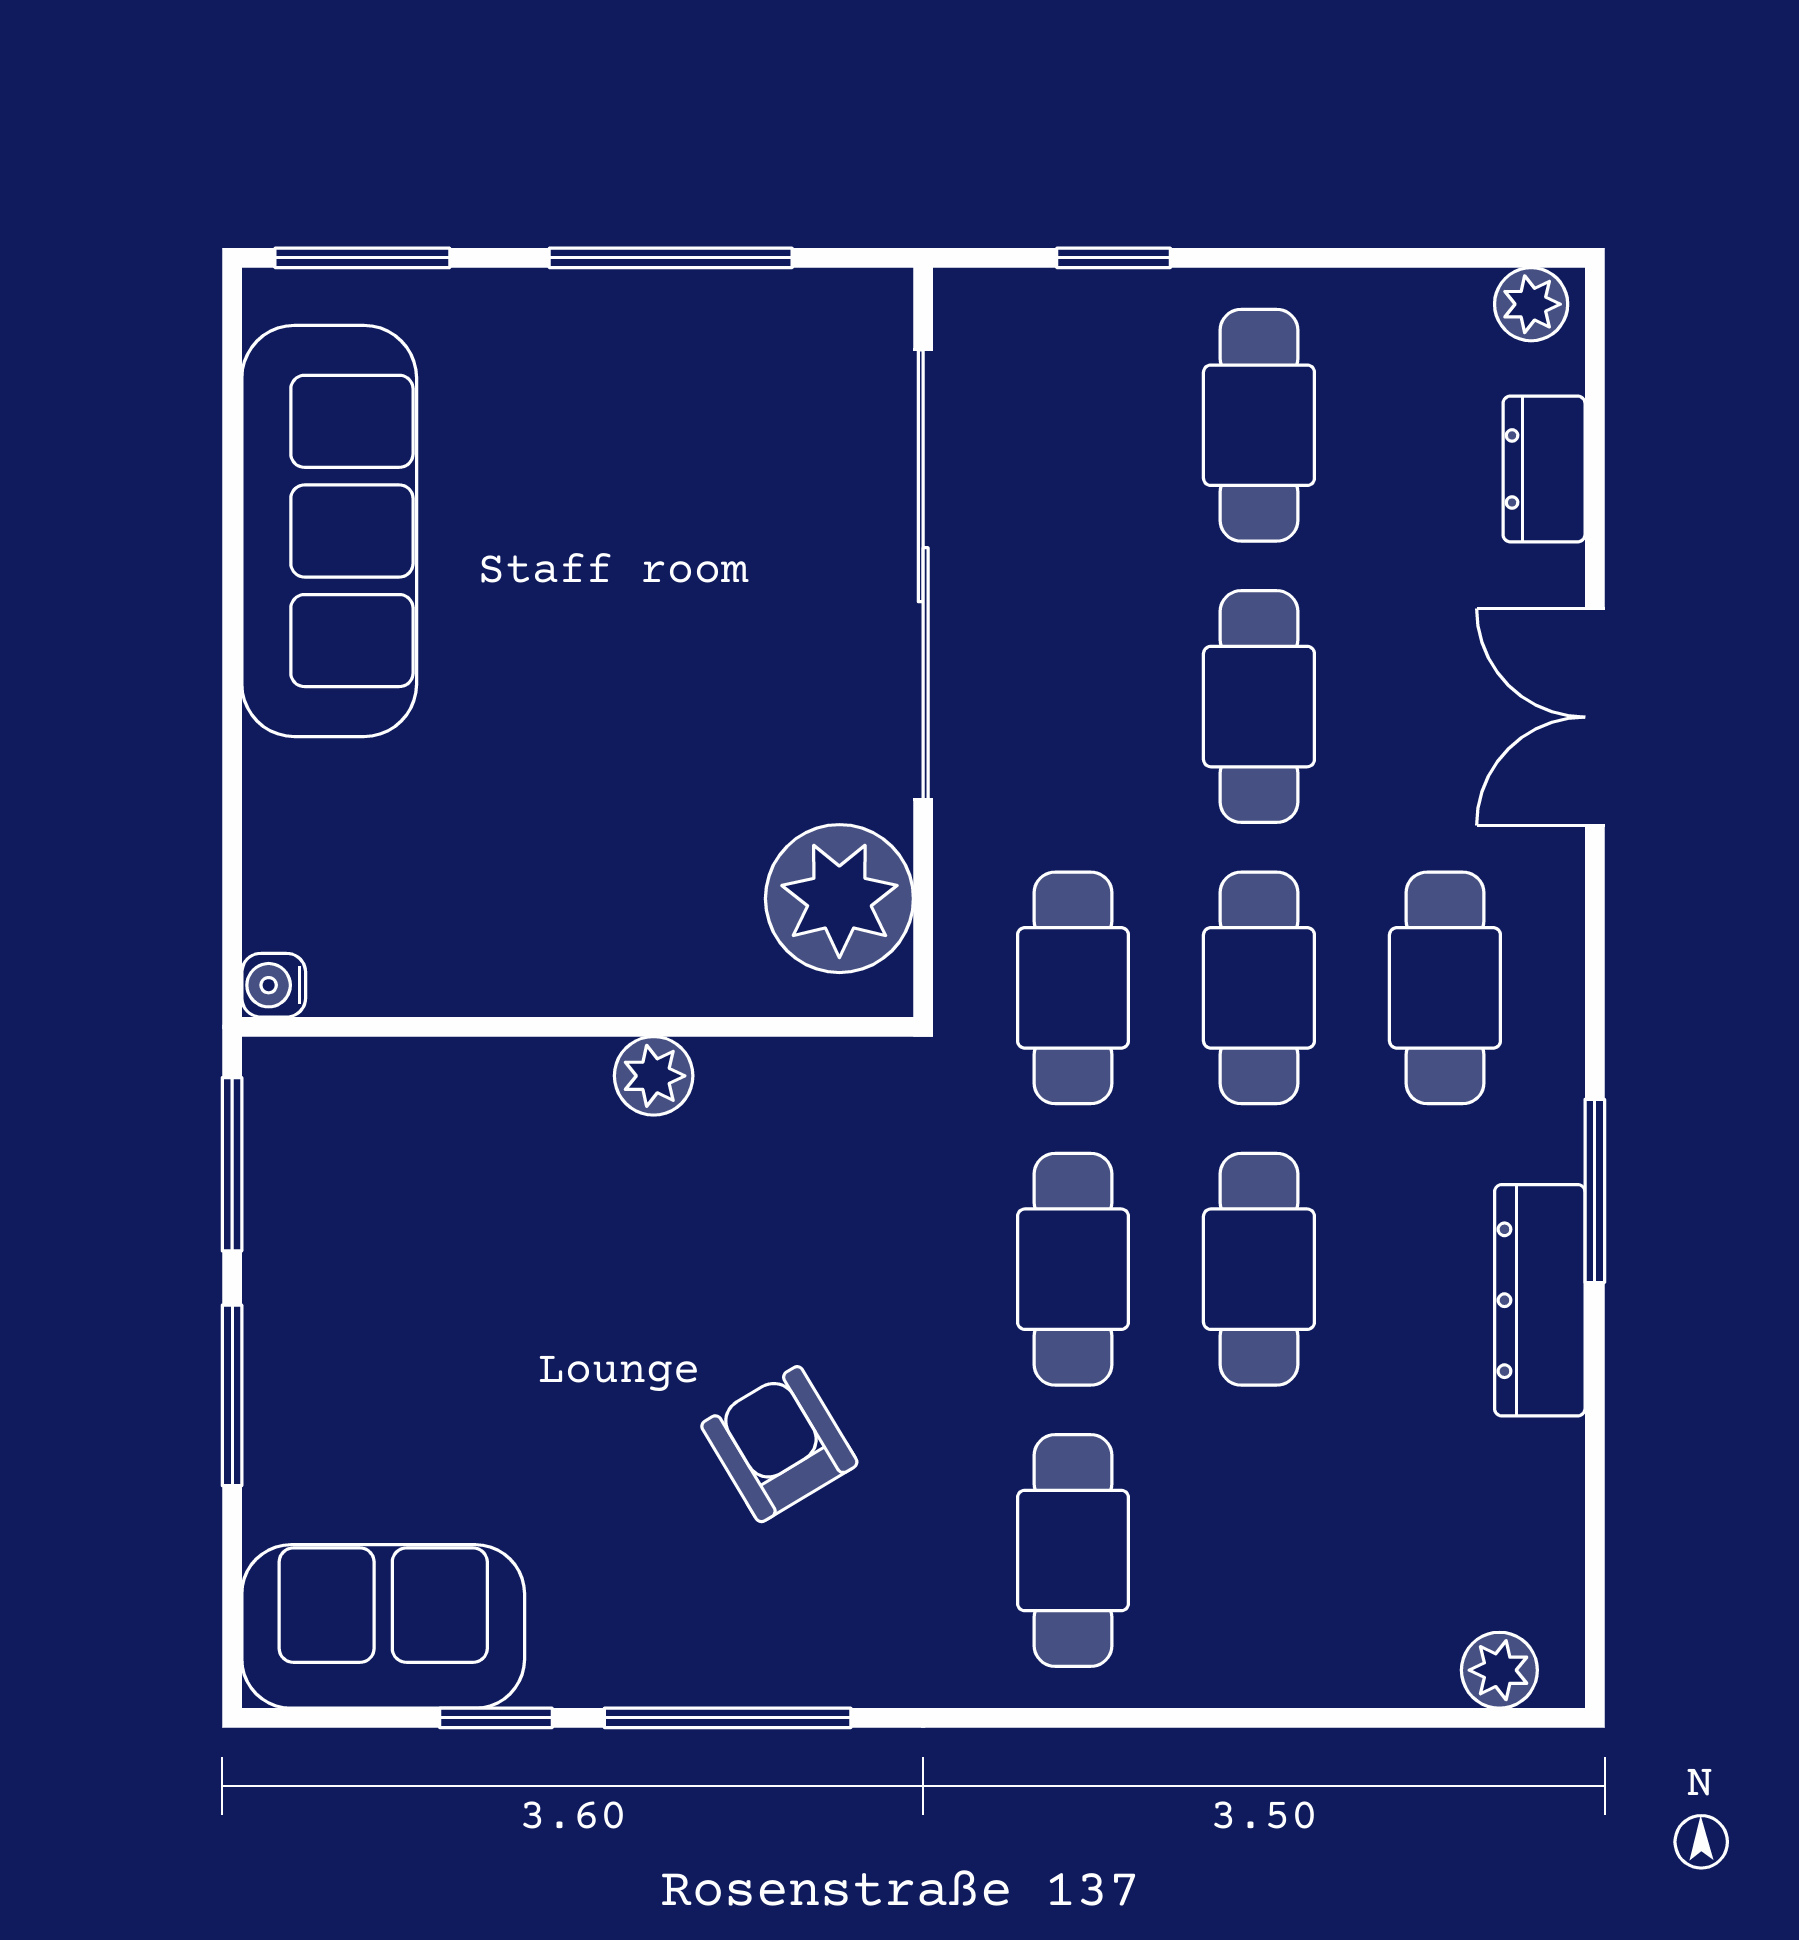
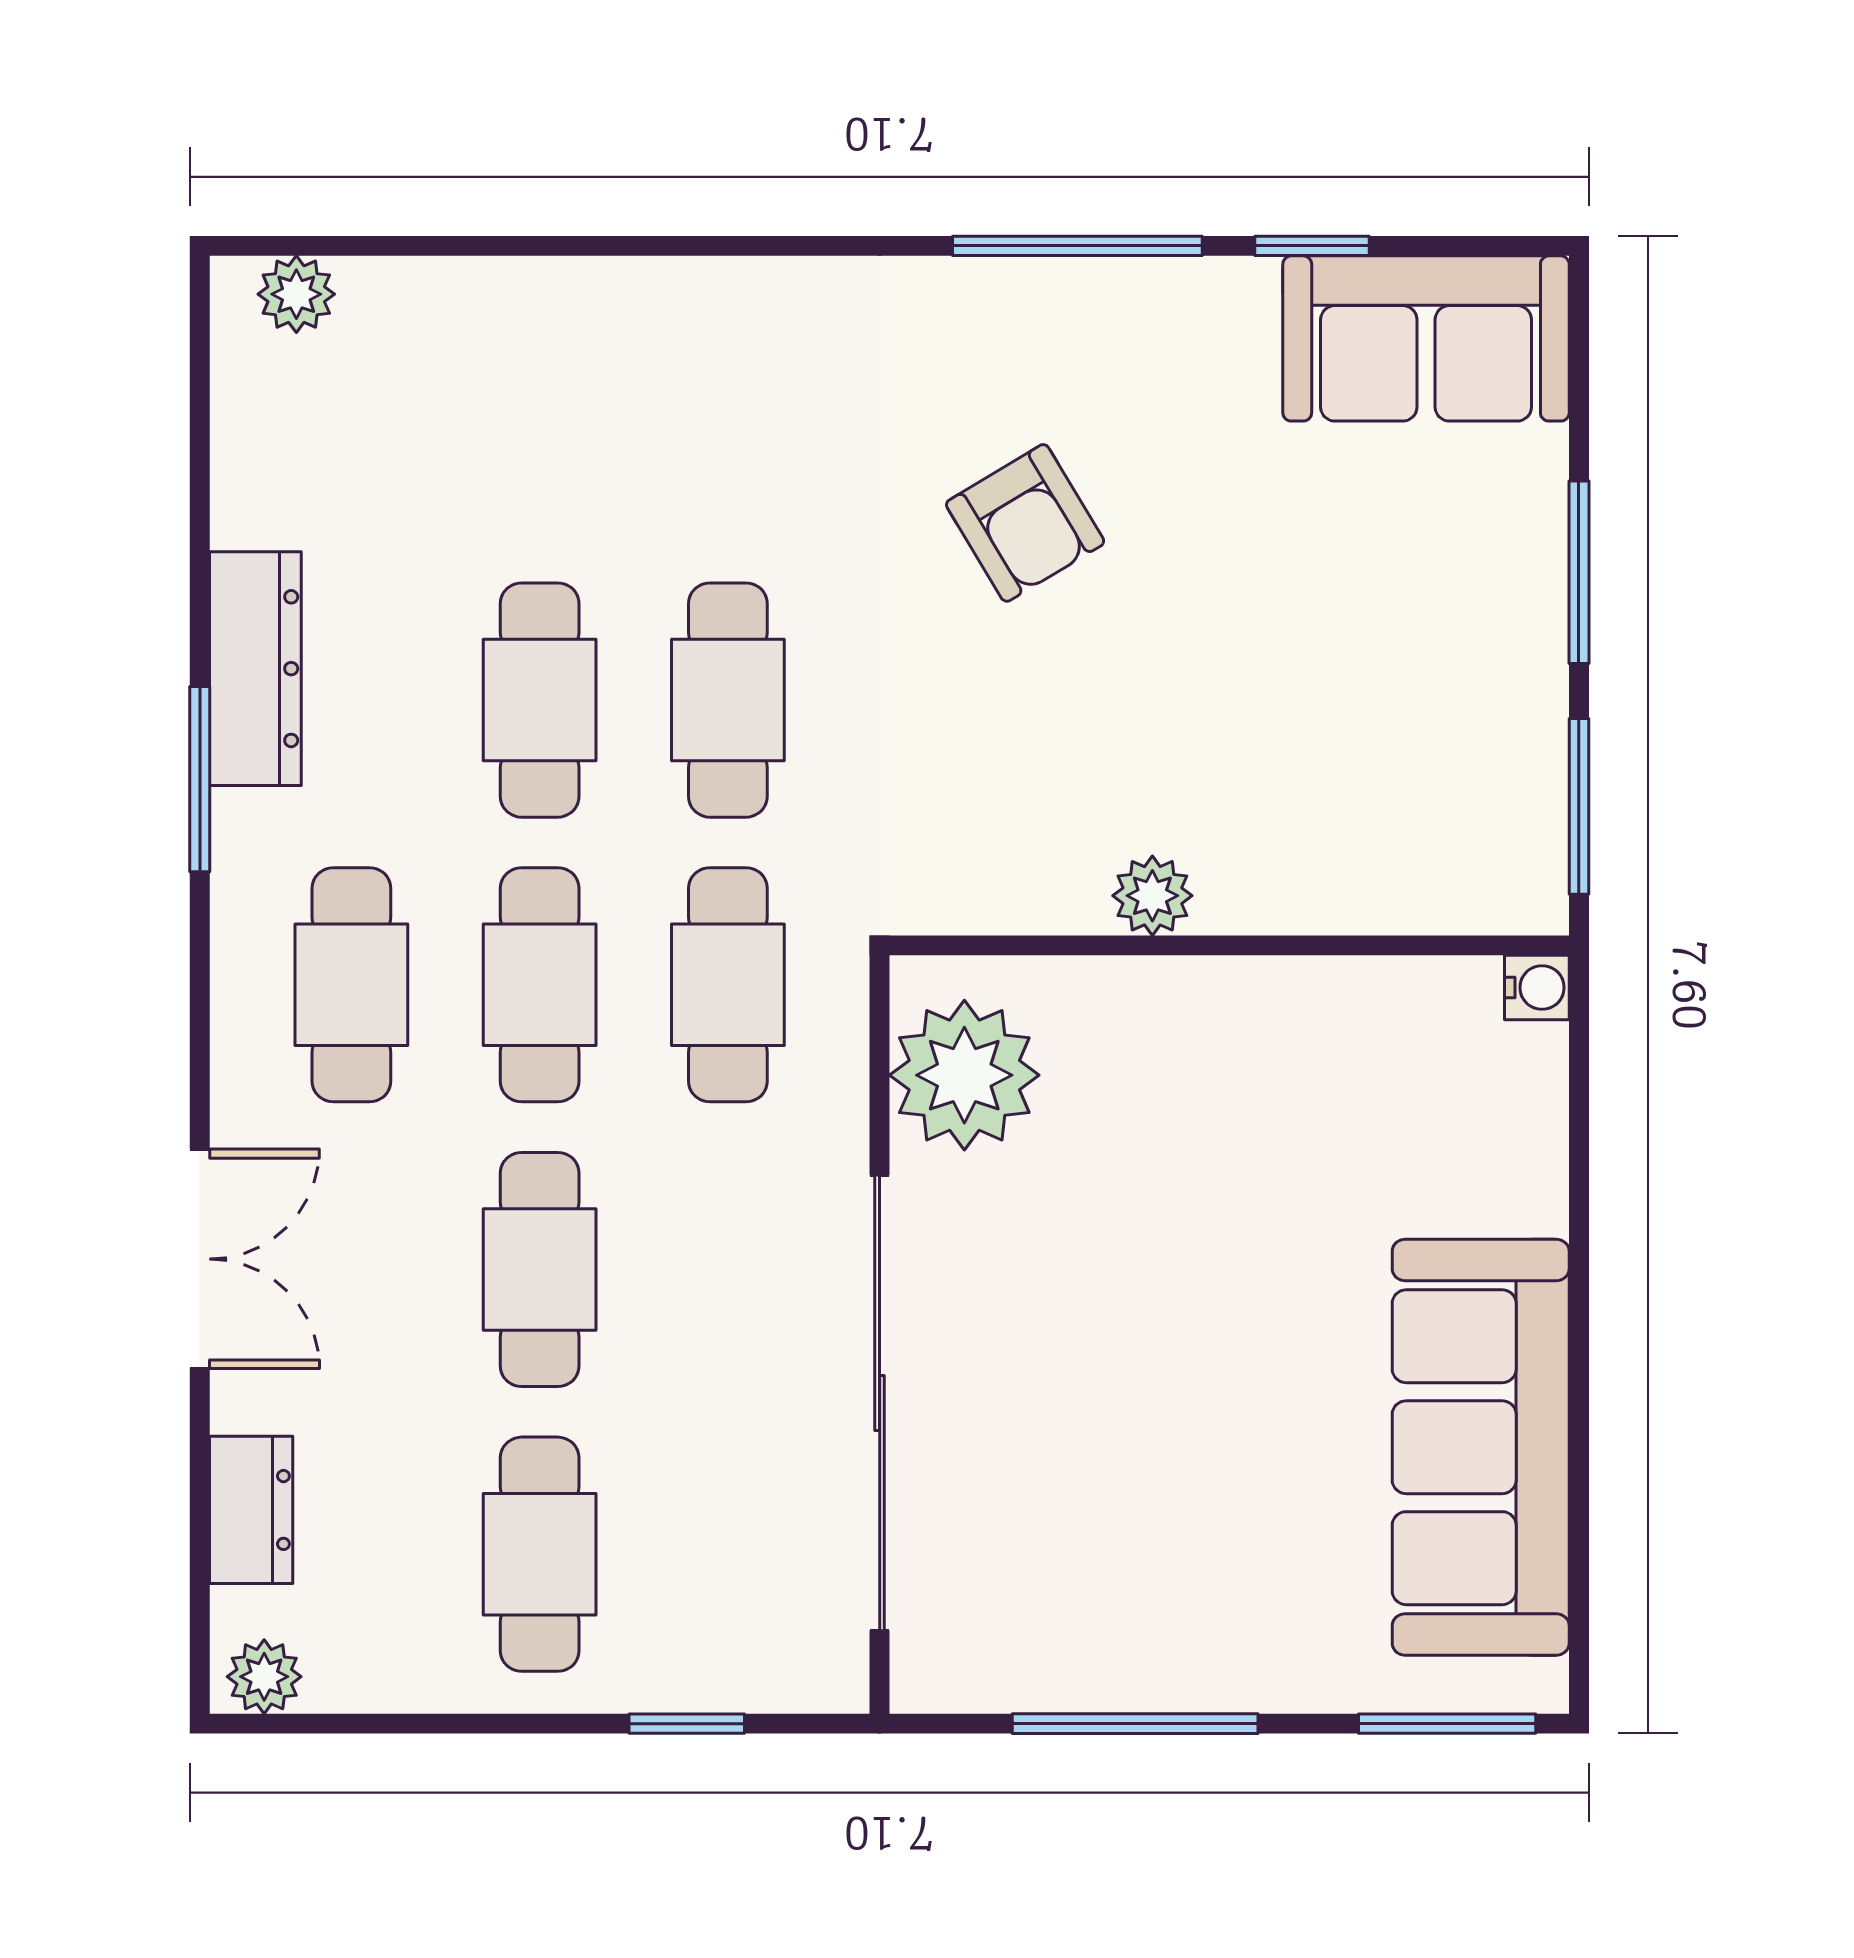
cafe table: (1073, 1551) -> (728, 415), removed

